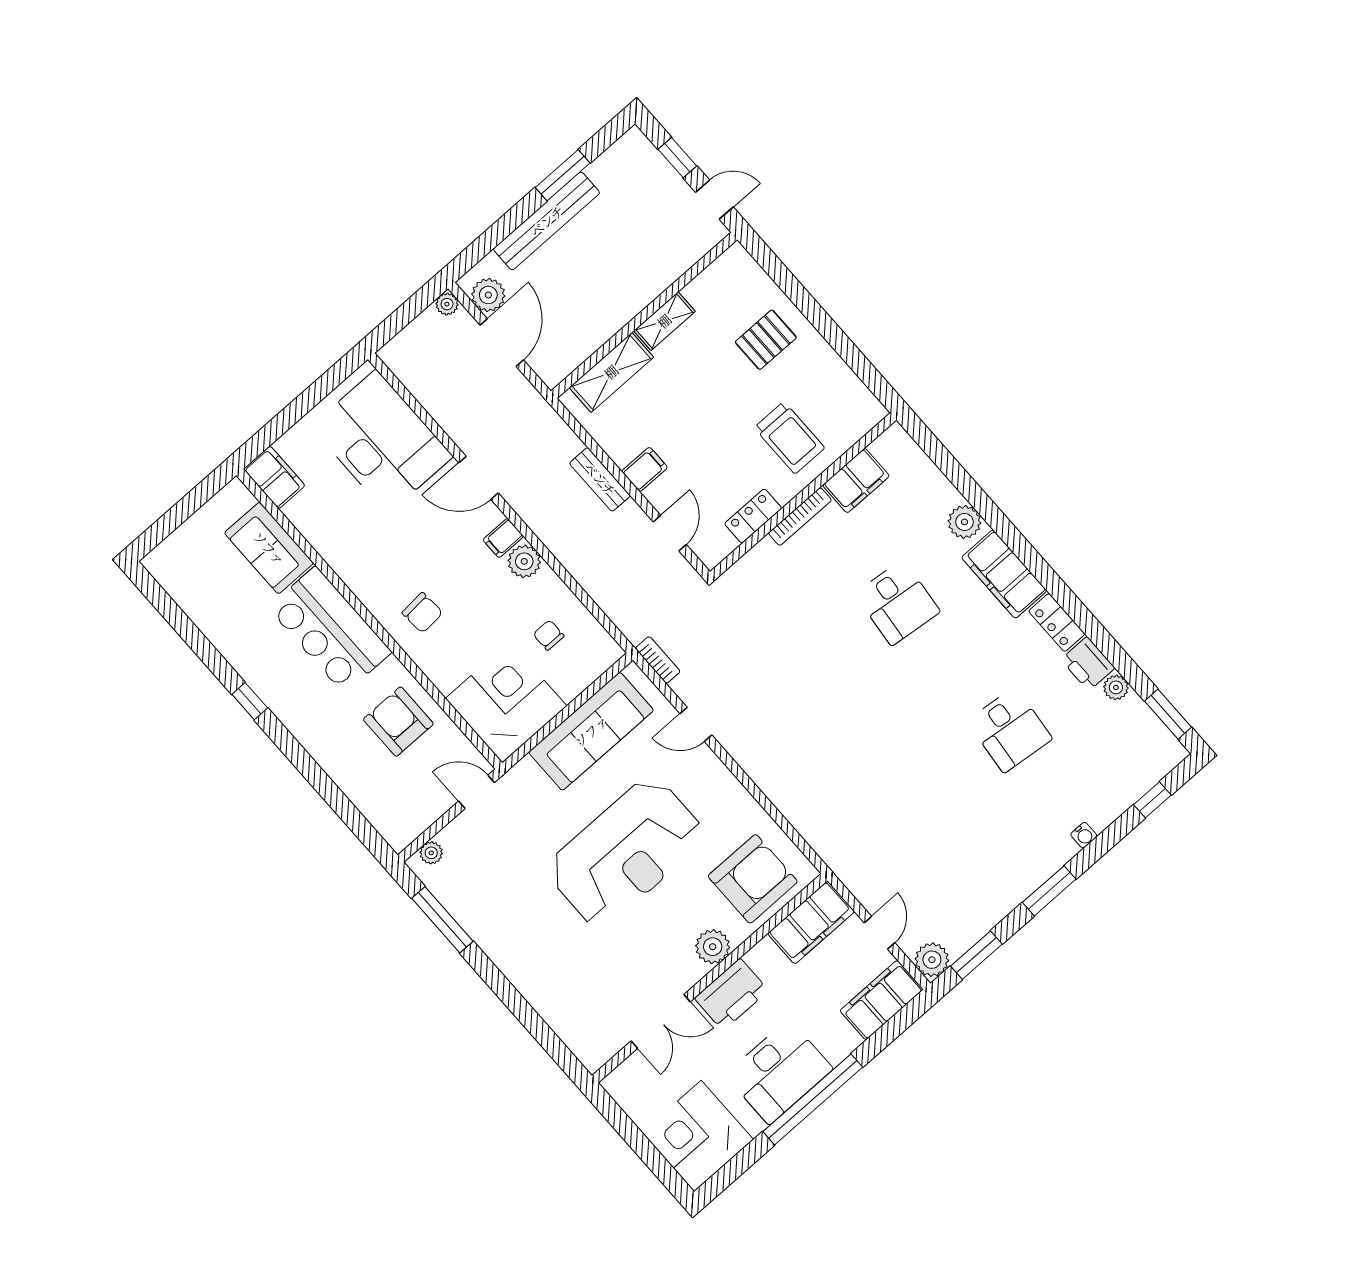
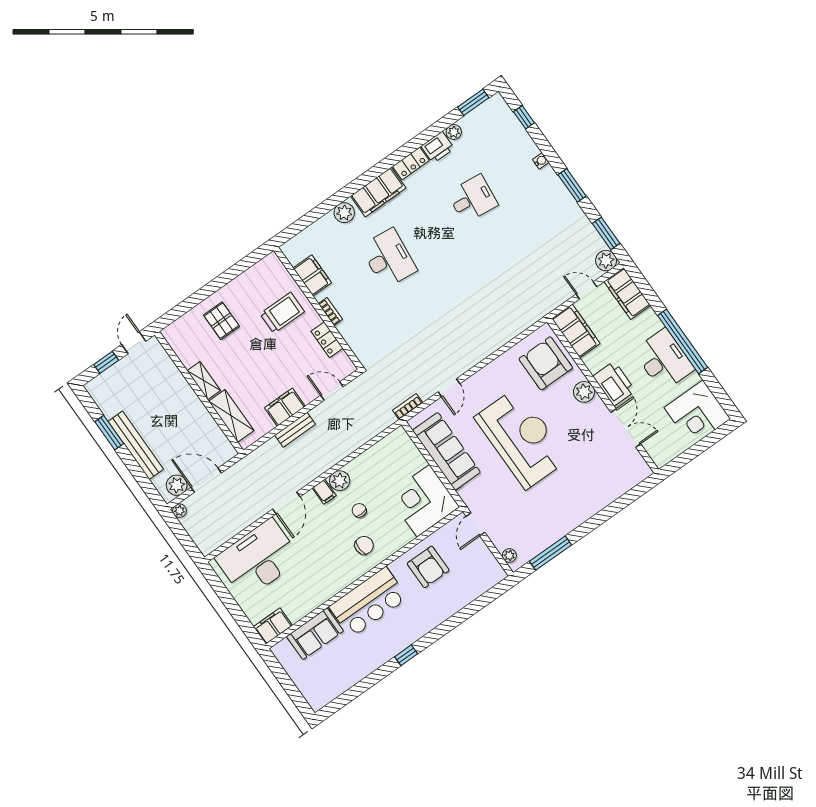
filing cabinet: (645, 469) -> (285, 407), width x2.00
bookcase: (800, 517) -> (330, 312), width x0.64
desk: (897, 603) -> (389, 258), width x1.37
chair: (549, 635) -> (359, 510), moved, turned 90
armchair: (398, 722) -> (428, 567), turned -90

